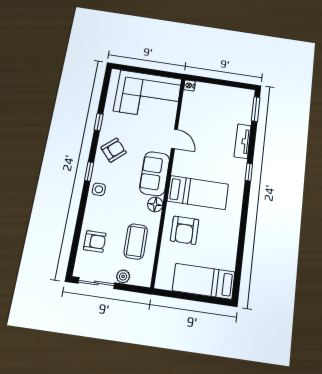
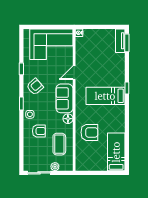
door: (174, 139) -> (74, 73), swing flipped
tv unit: (243, 141) -> (120, 41), moved
bed: (198, 193) -> (105, 96), moved, turned 180
armchair: (185, 230) -> (89, 132), turned -90
armchair: (95, 241) -> (39, 131), moved
bed: (204, 281) -> (116, 152), moved, turned 90

